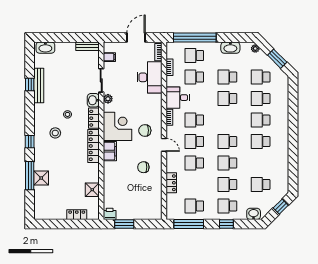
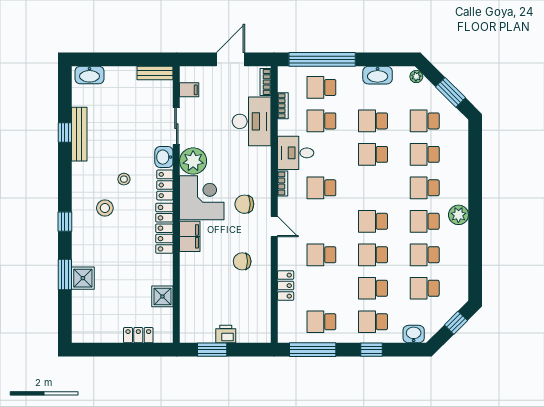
plant: (108, 99) -> (193, 161), width x1.87, depth x1.87
plant: (282, 137) -> (458, 215), added
school desk: (194, 142) -> (425, 255), moved
window: (30, 176) -> (65, 275), width x0.69
printer: (110, 214) -> (226, 334), moved

